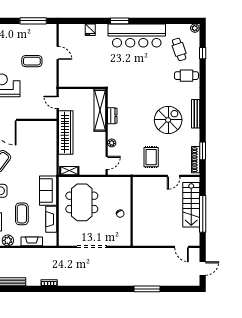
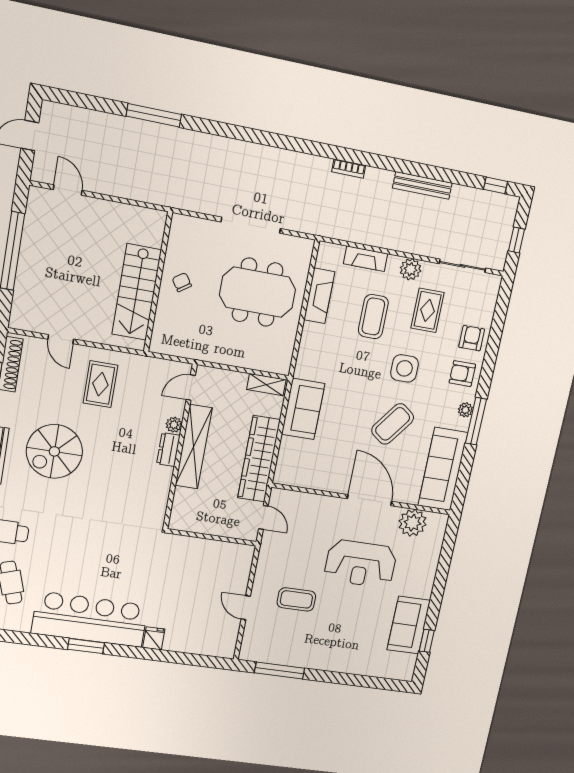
window: (120, 21) -> (86, 646), moved
fridge: (90, 30) -> (154, 638), moved
shelving: (100, 110) -> (194, 447), moved
dresser: (112, 116) -> (168, 450), moved
door: (174, 176) -> (61, 339), swing flipped
sofa: (48, 191) -> (303, 409), moved
meeting table: (82, 202) -> (258, 292), moved, turned 90
stairs: (191, 205) -> (137, 292), moved, turned 180

